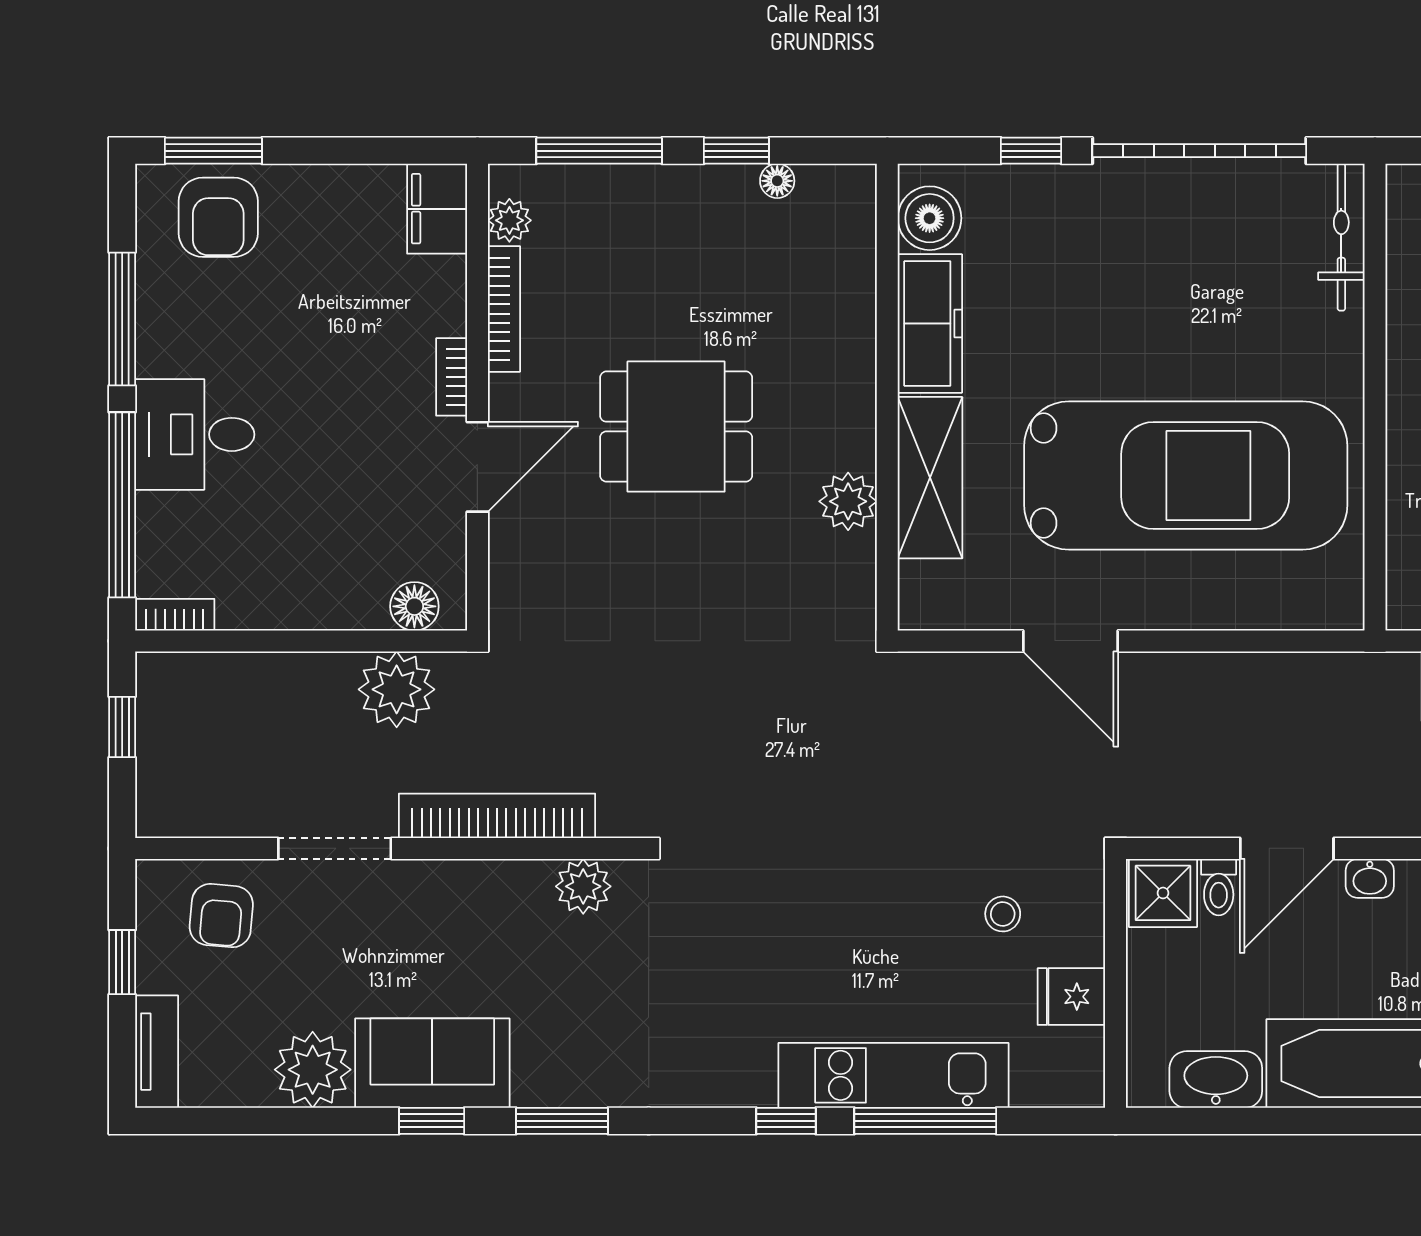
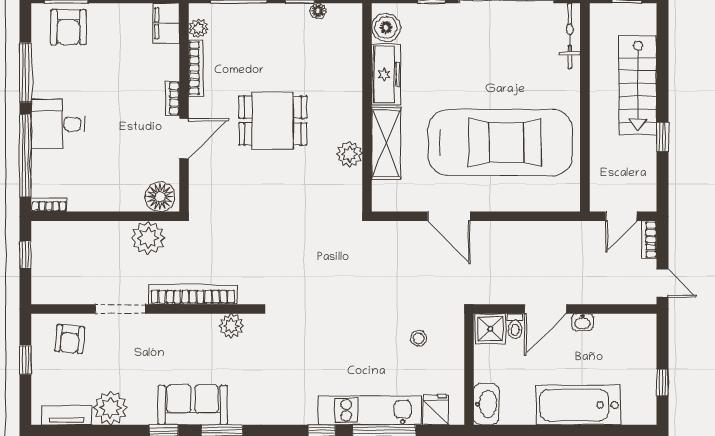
floor lamp: (414, 606) -> (160, 197), width x1.38, depth x1.38
fridge: (1071, 997) -> (436, 410), moved, turned 90
tv unit: (157, 1052) -> (67, 415), moved, turned -90
sofa: (432, 1063) -> (193, 405), moved
washbasin: (1216, 1080) -> (486, 404), moved, turned 90

